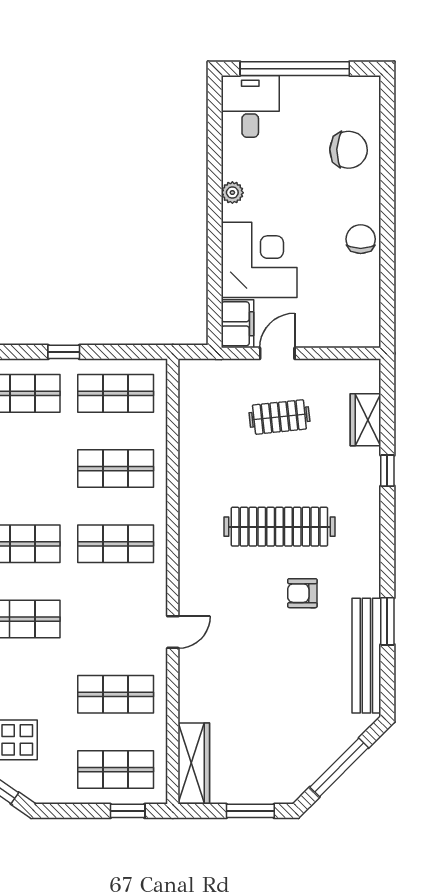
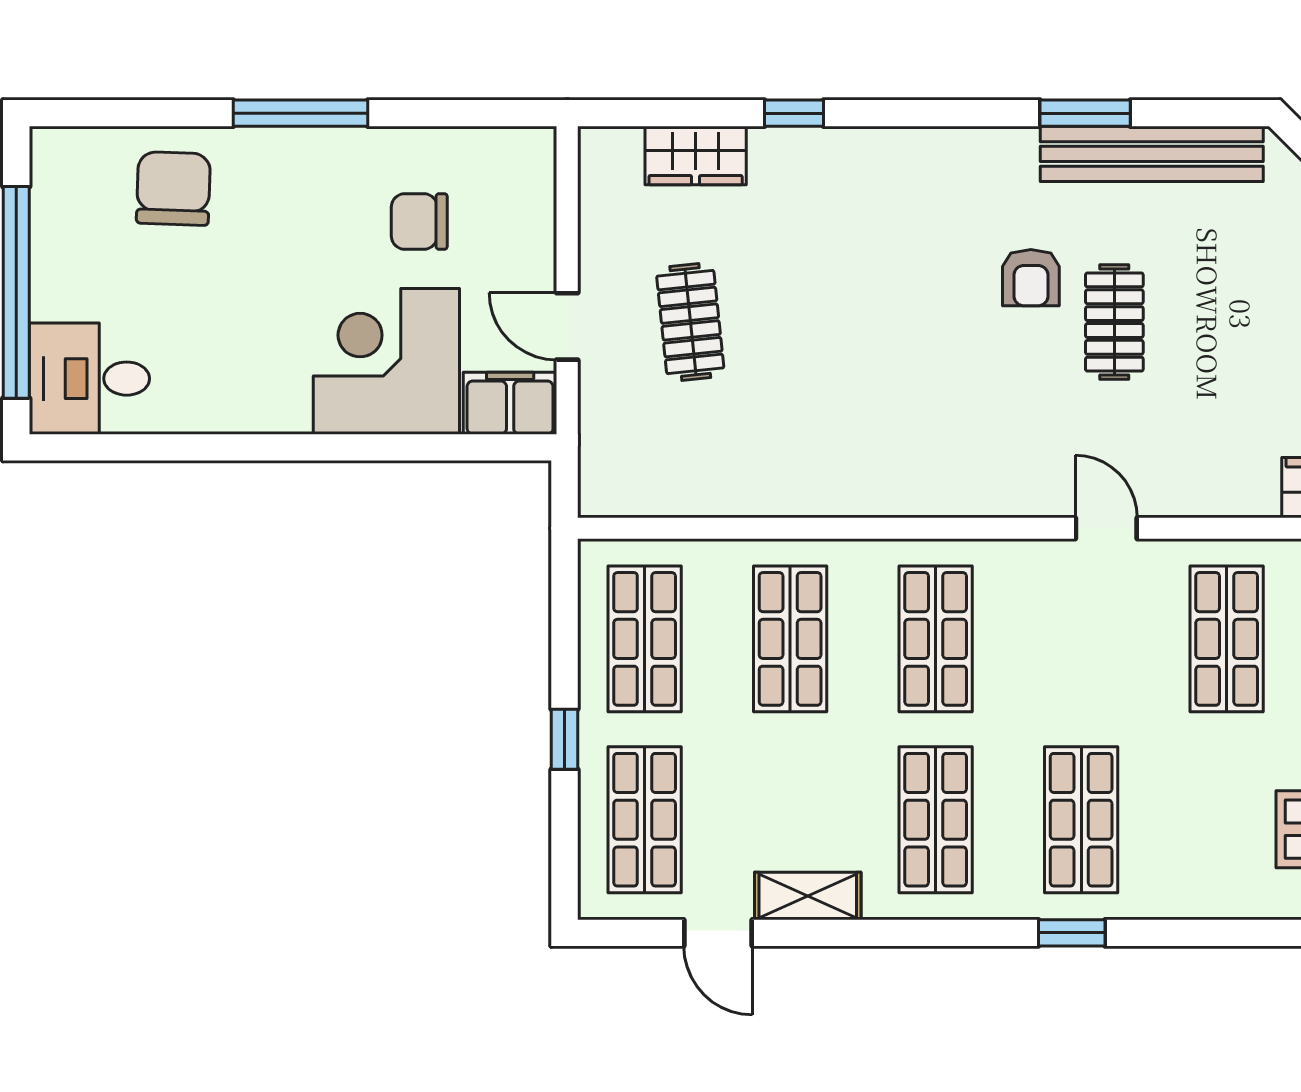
plant: (232, 193) -> (256, 413), removed
window: (387, 215) -> (301, 113), added
chair: (361, 239) -> (419, 221), moved
clothes rail: (279, 527) -> (1114, 322), moved, width x0.54, depth x0.76

